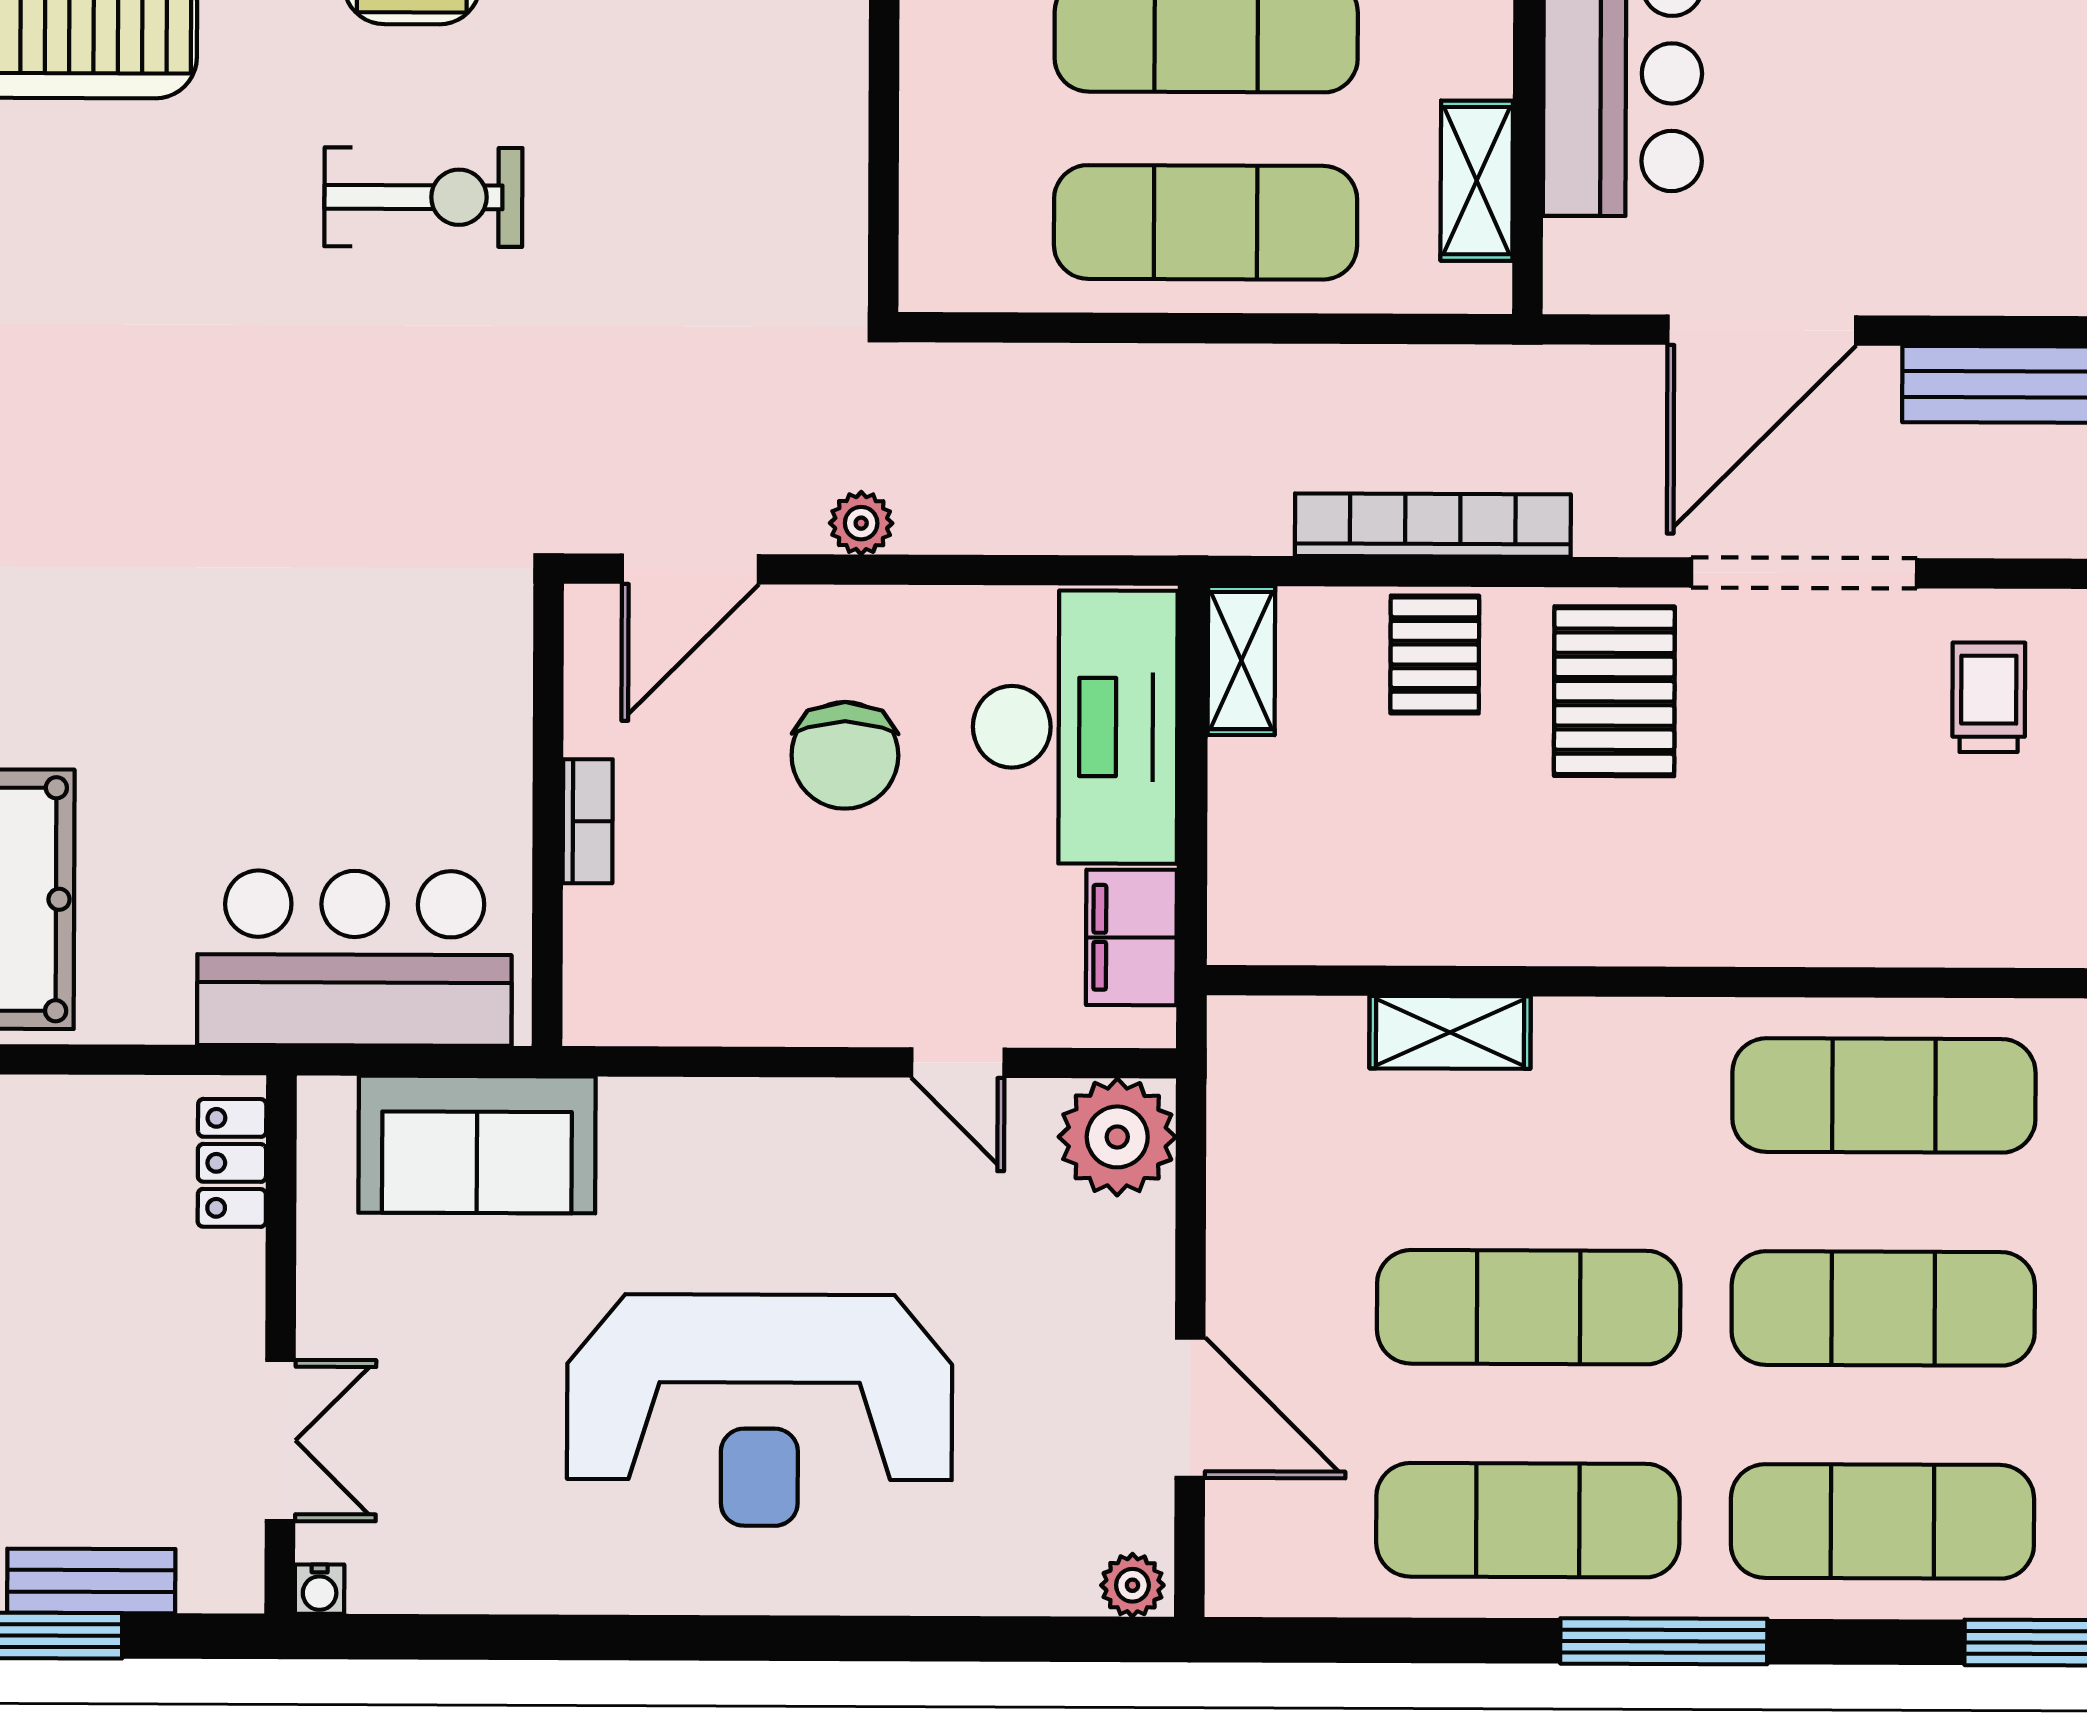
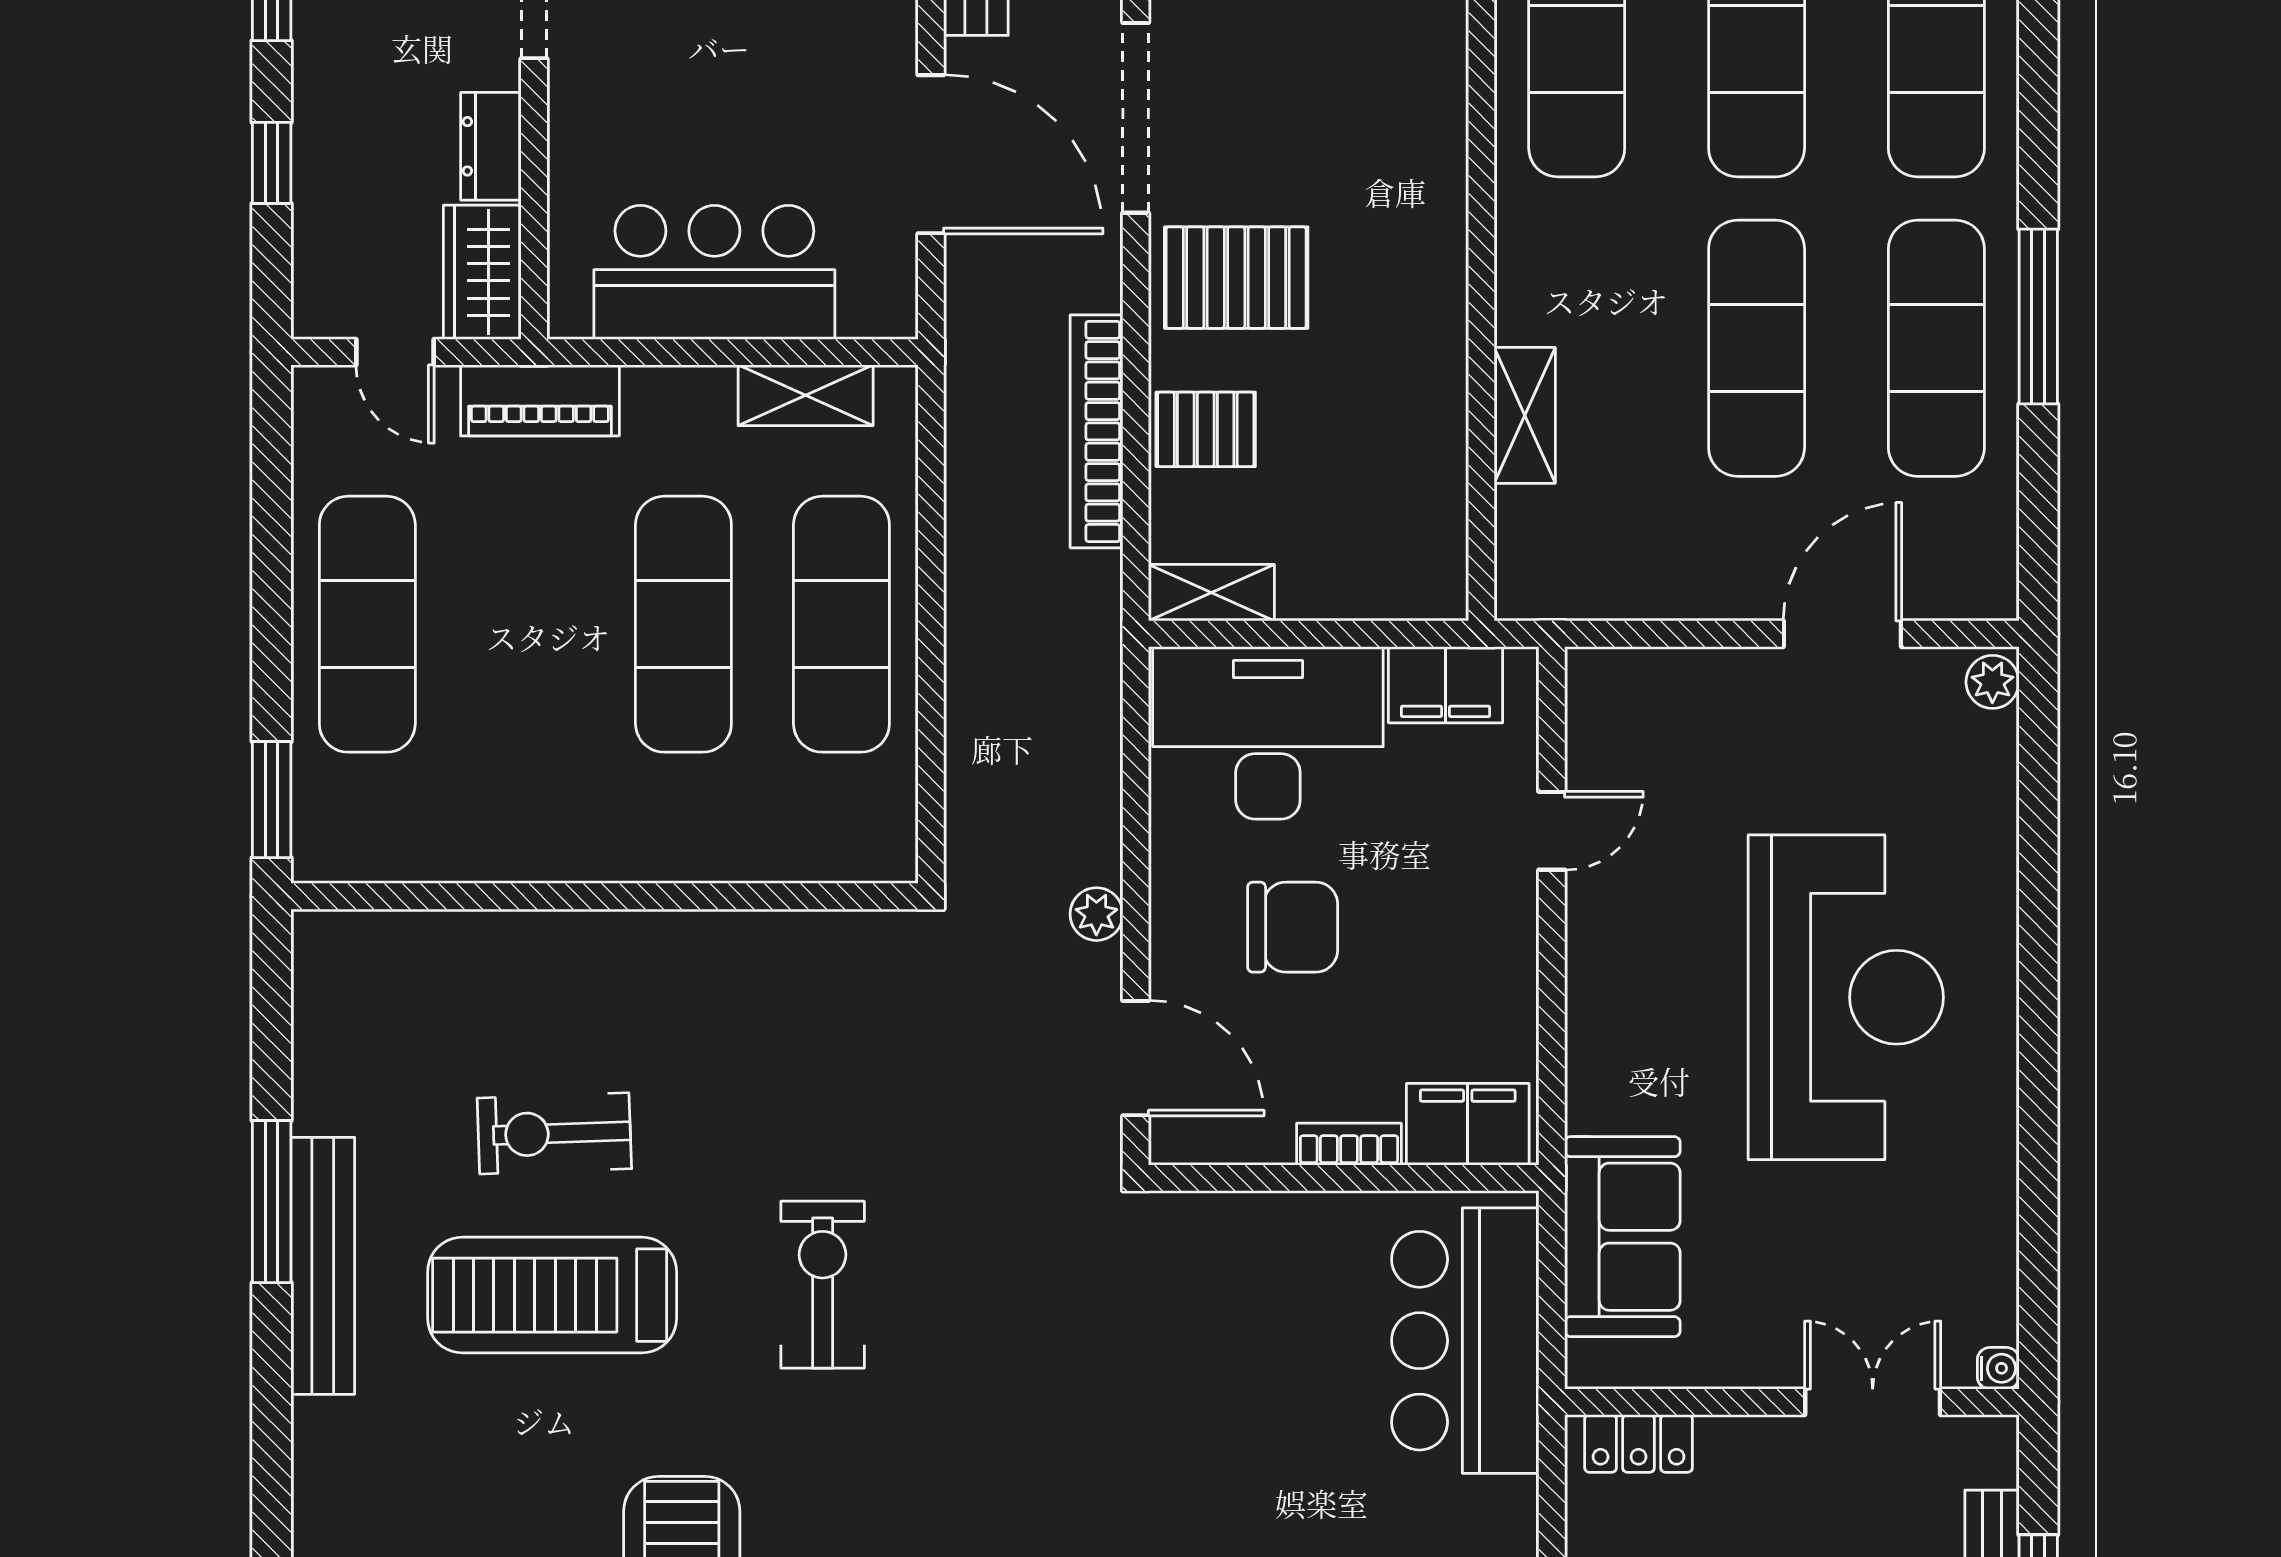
filing cabinet: (611, 962) -> (1468, 1124), added
plant: (1117, 1137) -> (1614, 696), removed
window: (1664, 1641) -> (2038, 317), moved

